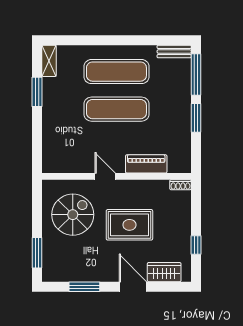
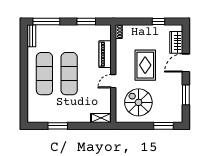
shelving: (49, 61) -> (101, 118), moved
window: (196, 118) -> (86, 21), moved

